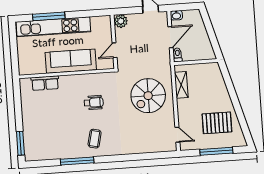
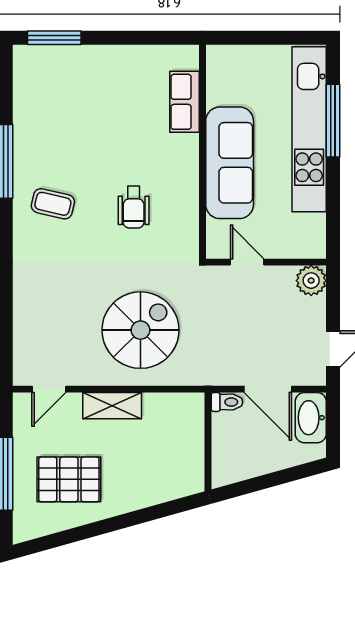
washbasin: (176, 15) -> (311, 418), width x1.91, depth x1.45
shelving: (181, 85) -> (112, 406), moved
spiral stairs: (148, 96) -> (141, 330), turned 90
pallet: (217, 123) -> (69, 479), turned 90

